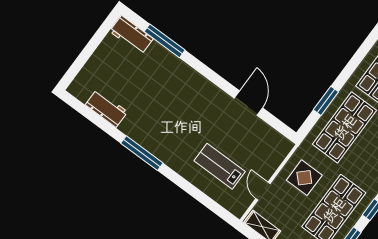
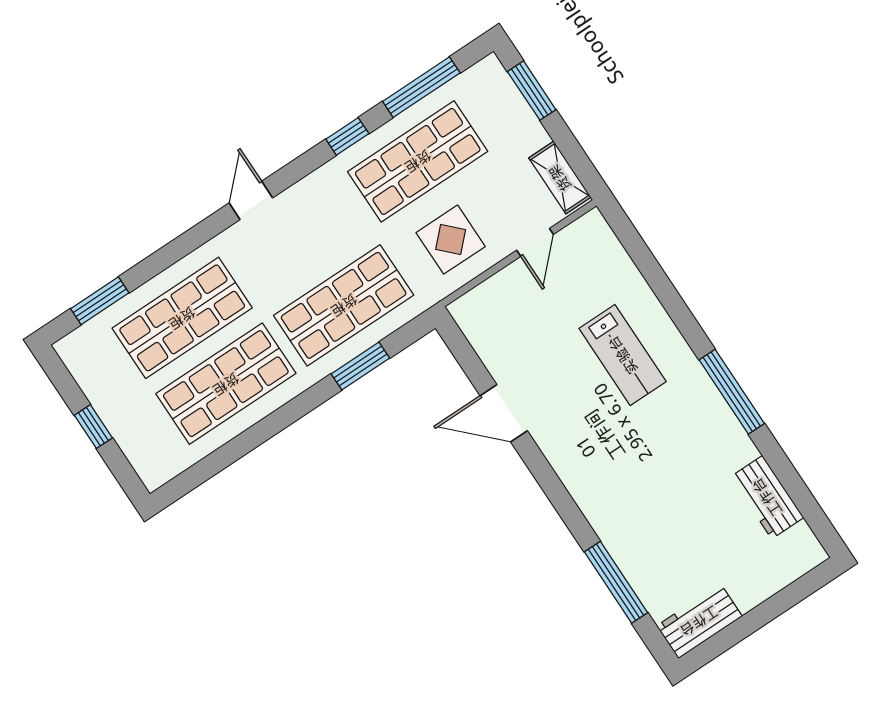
workbench: (131, 35) -> (699, 621), moved, turned -90
door: (248, 103) -> (504, 413), hinge flipped
lab bench: (220, 166) -> (623, 355), moved

